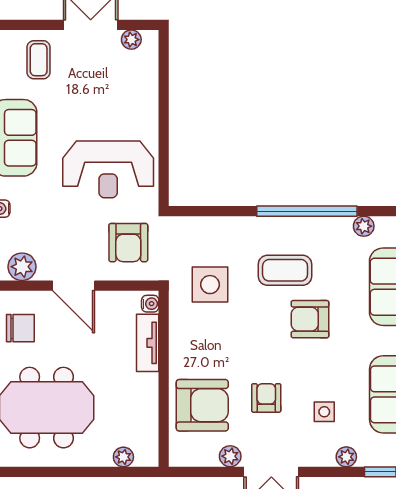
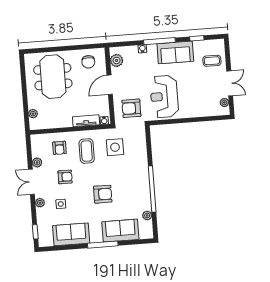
coffee table: (285, 270) -> (87, 151), moved
armchair: (310, 319) -> (103, 194), turned 90
armchair: (202, 405) -> (59, 148), width x0.53, depth x0.53
plant: (346, 457) -> (40, 203), moved

